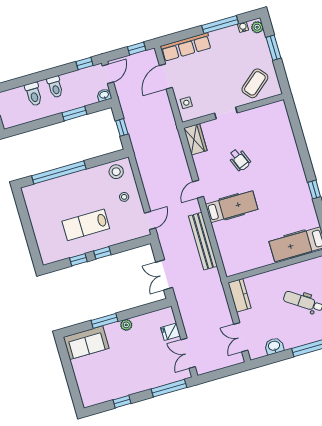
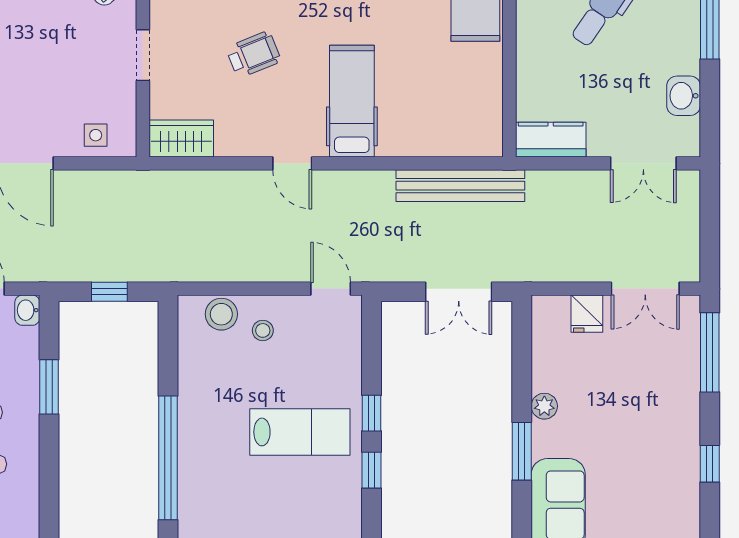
stool: (116, 172) -> (221, 314), moved
lab bench: (86, 225) -> (300, 432), turned -90
bench: (203, 241) -> (460, 186), moved

